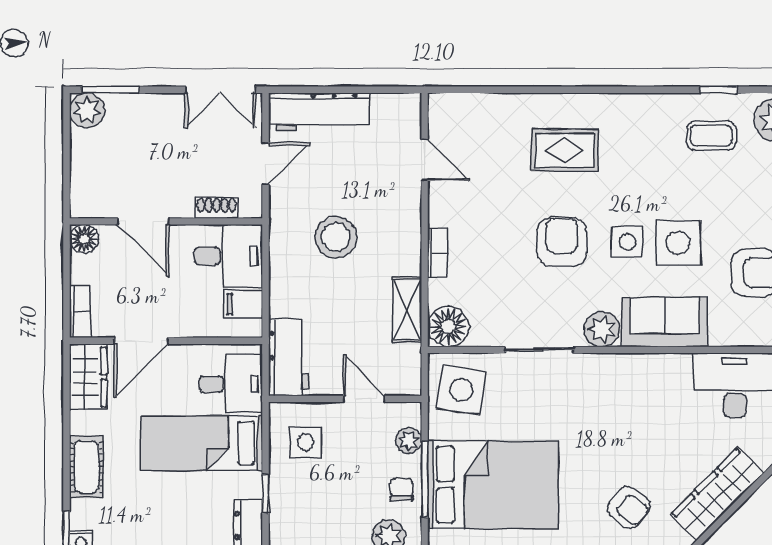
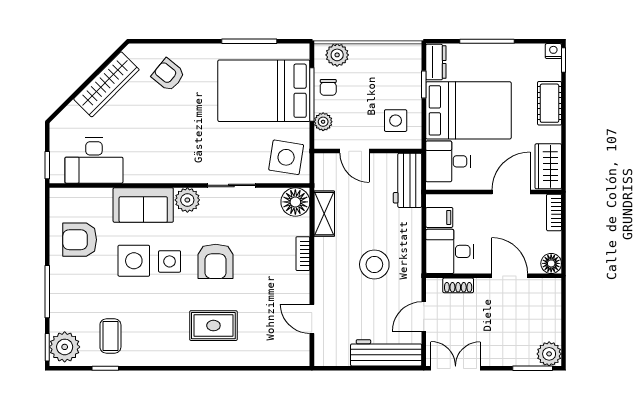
coffee table: (711, 136) -> (110, 336), turned 90
bed: (202, 443) -> (468, 110), width x1.50

